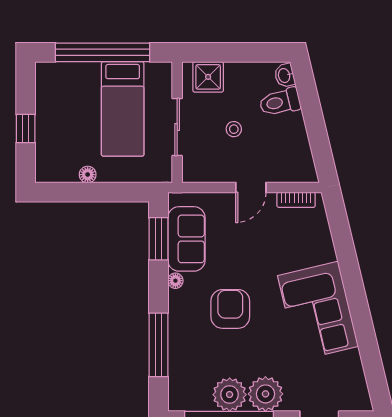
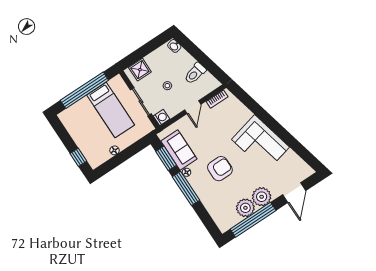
toilet: (280, 102) -> (195, 73), moved
window: (26, 129) -> (78, 157), moved
washing machine: (193, 172) -> (162, 118), added
armchair: (230, 309) -> (220, 169), turned 90
window: (158, 345) -> (186, 188), moved

